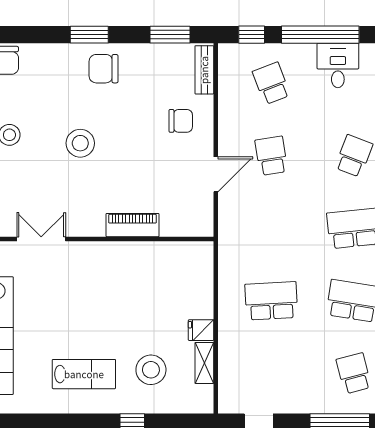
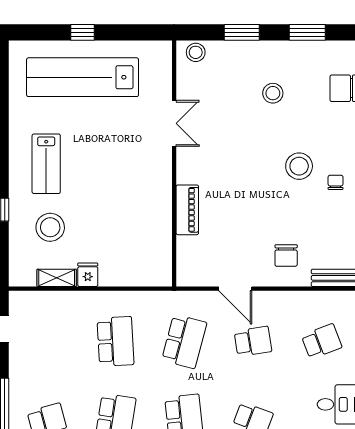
chair: (104, 69) -> (336, 182), width x0.54, depth x0.54
stool: (80, 143) -> (299, 166), moved
school desk: (271, 228) -> (184, 341), added

